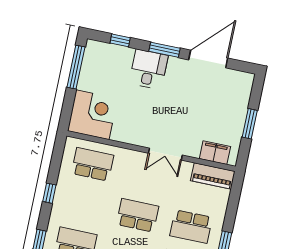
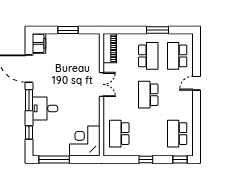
filing cabinet: (215, 153) -> (39, 43), moved, turned 180

